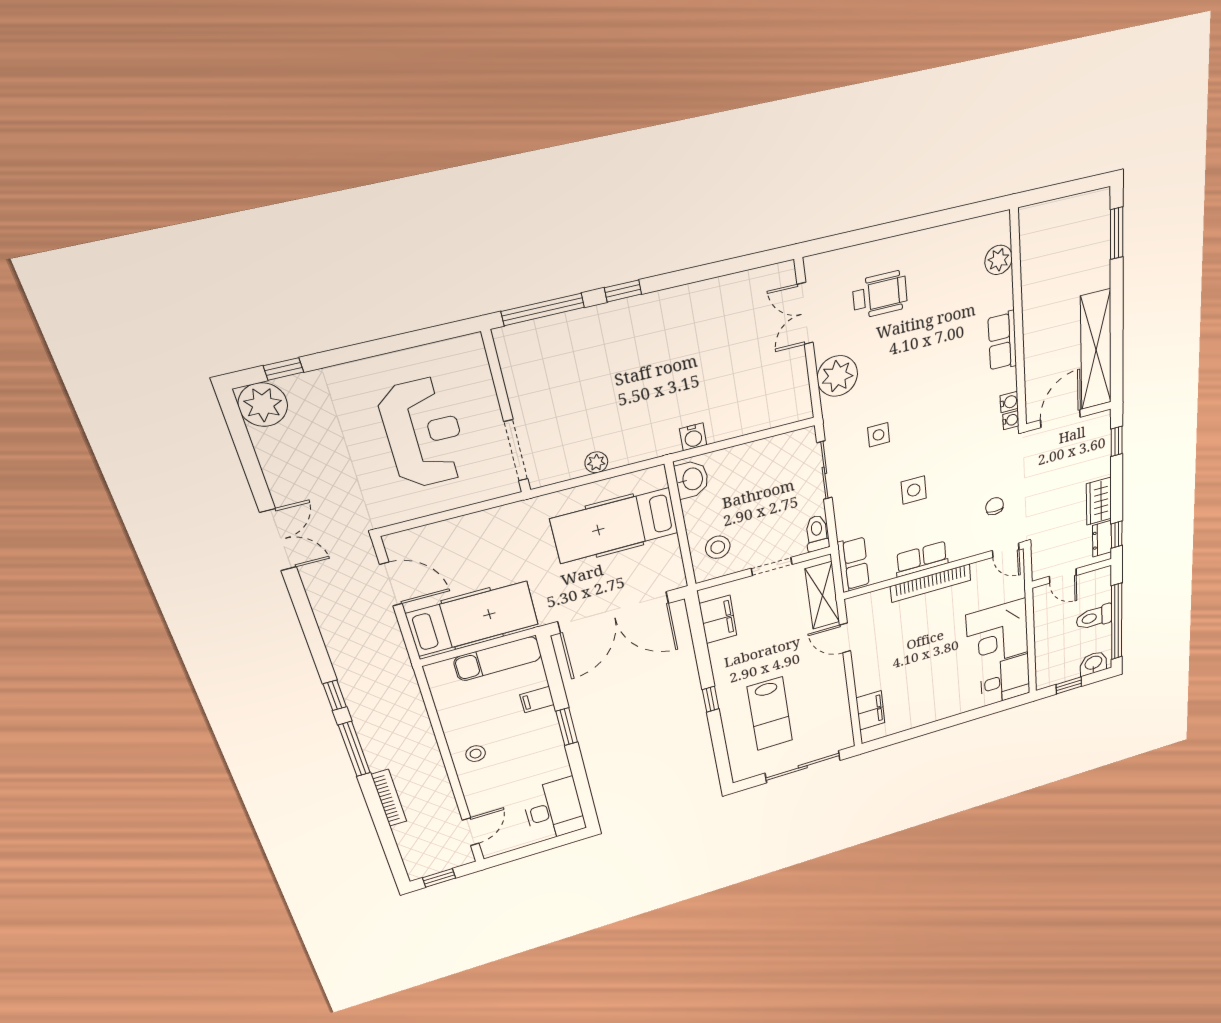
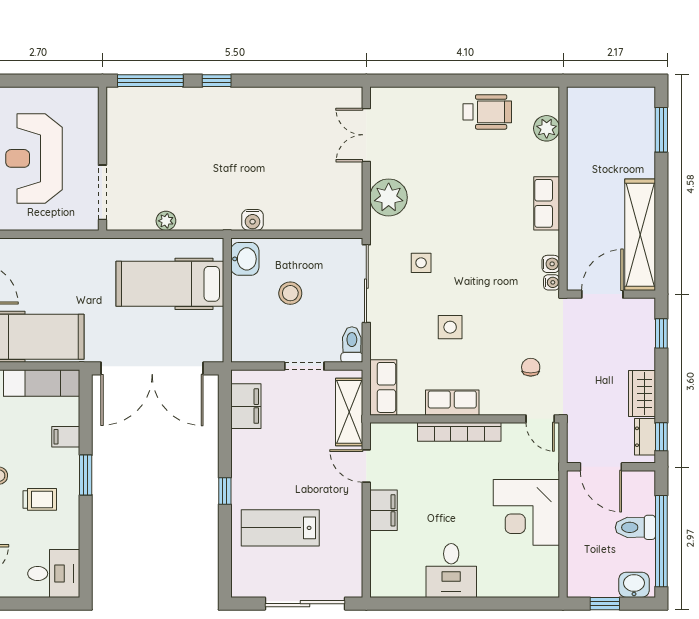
wheelchair: (880, 295) -> (487, 112), moved
reception desk: (424, 433) -> (34, 158), turned 180
sliding door: (824, 470) -> (366, 284), width x1.37
stool: (718, 547) -> (290, 293), moved
door: (1063, 576) -> (601, 467), width x1.37
desk: (1005, 680) -> (451, 571), moved, turned 90
filing cabinet: (870, 710) -> (383, 510), moved
lab bench: (770, 714) -> (280, 528), turned 90
trolley: (525, 761) -> (40, 499), added
desk: (554, 810) -> (54, 574), width x0.73

